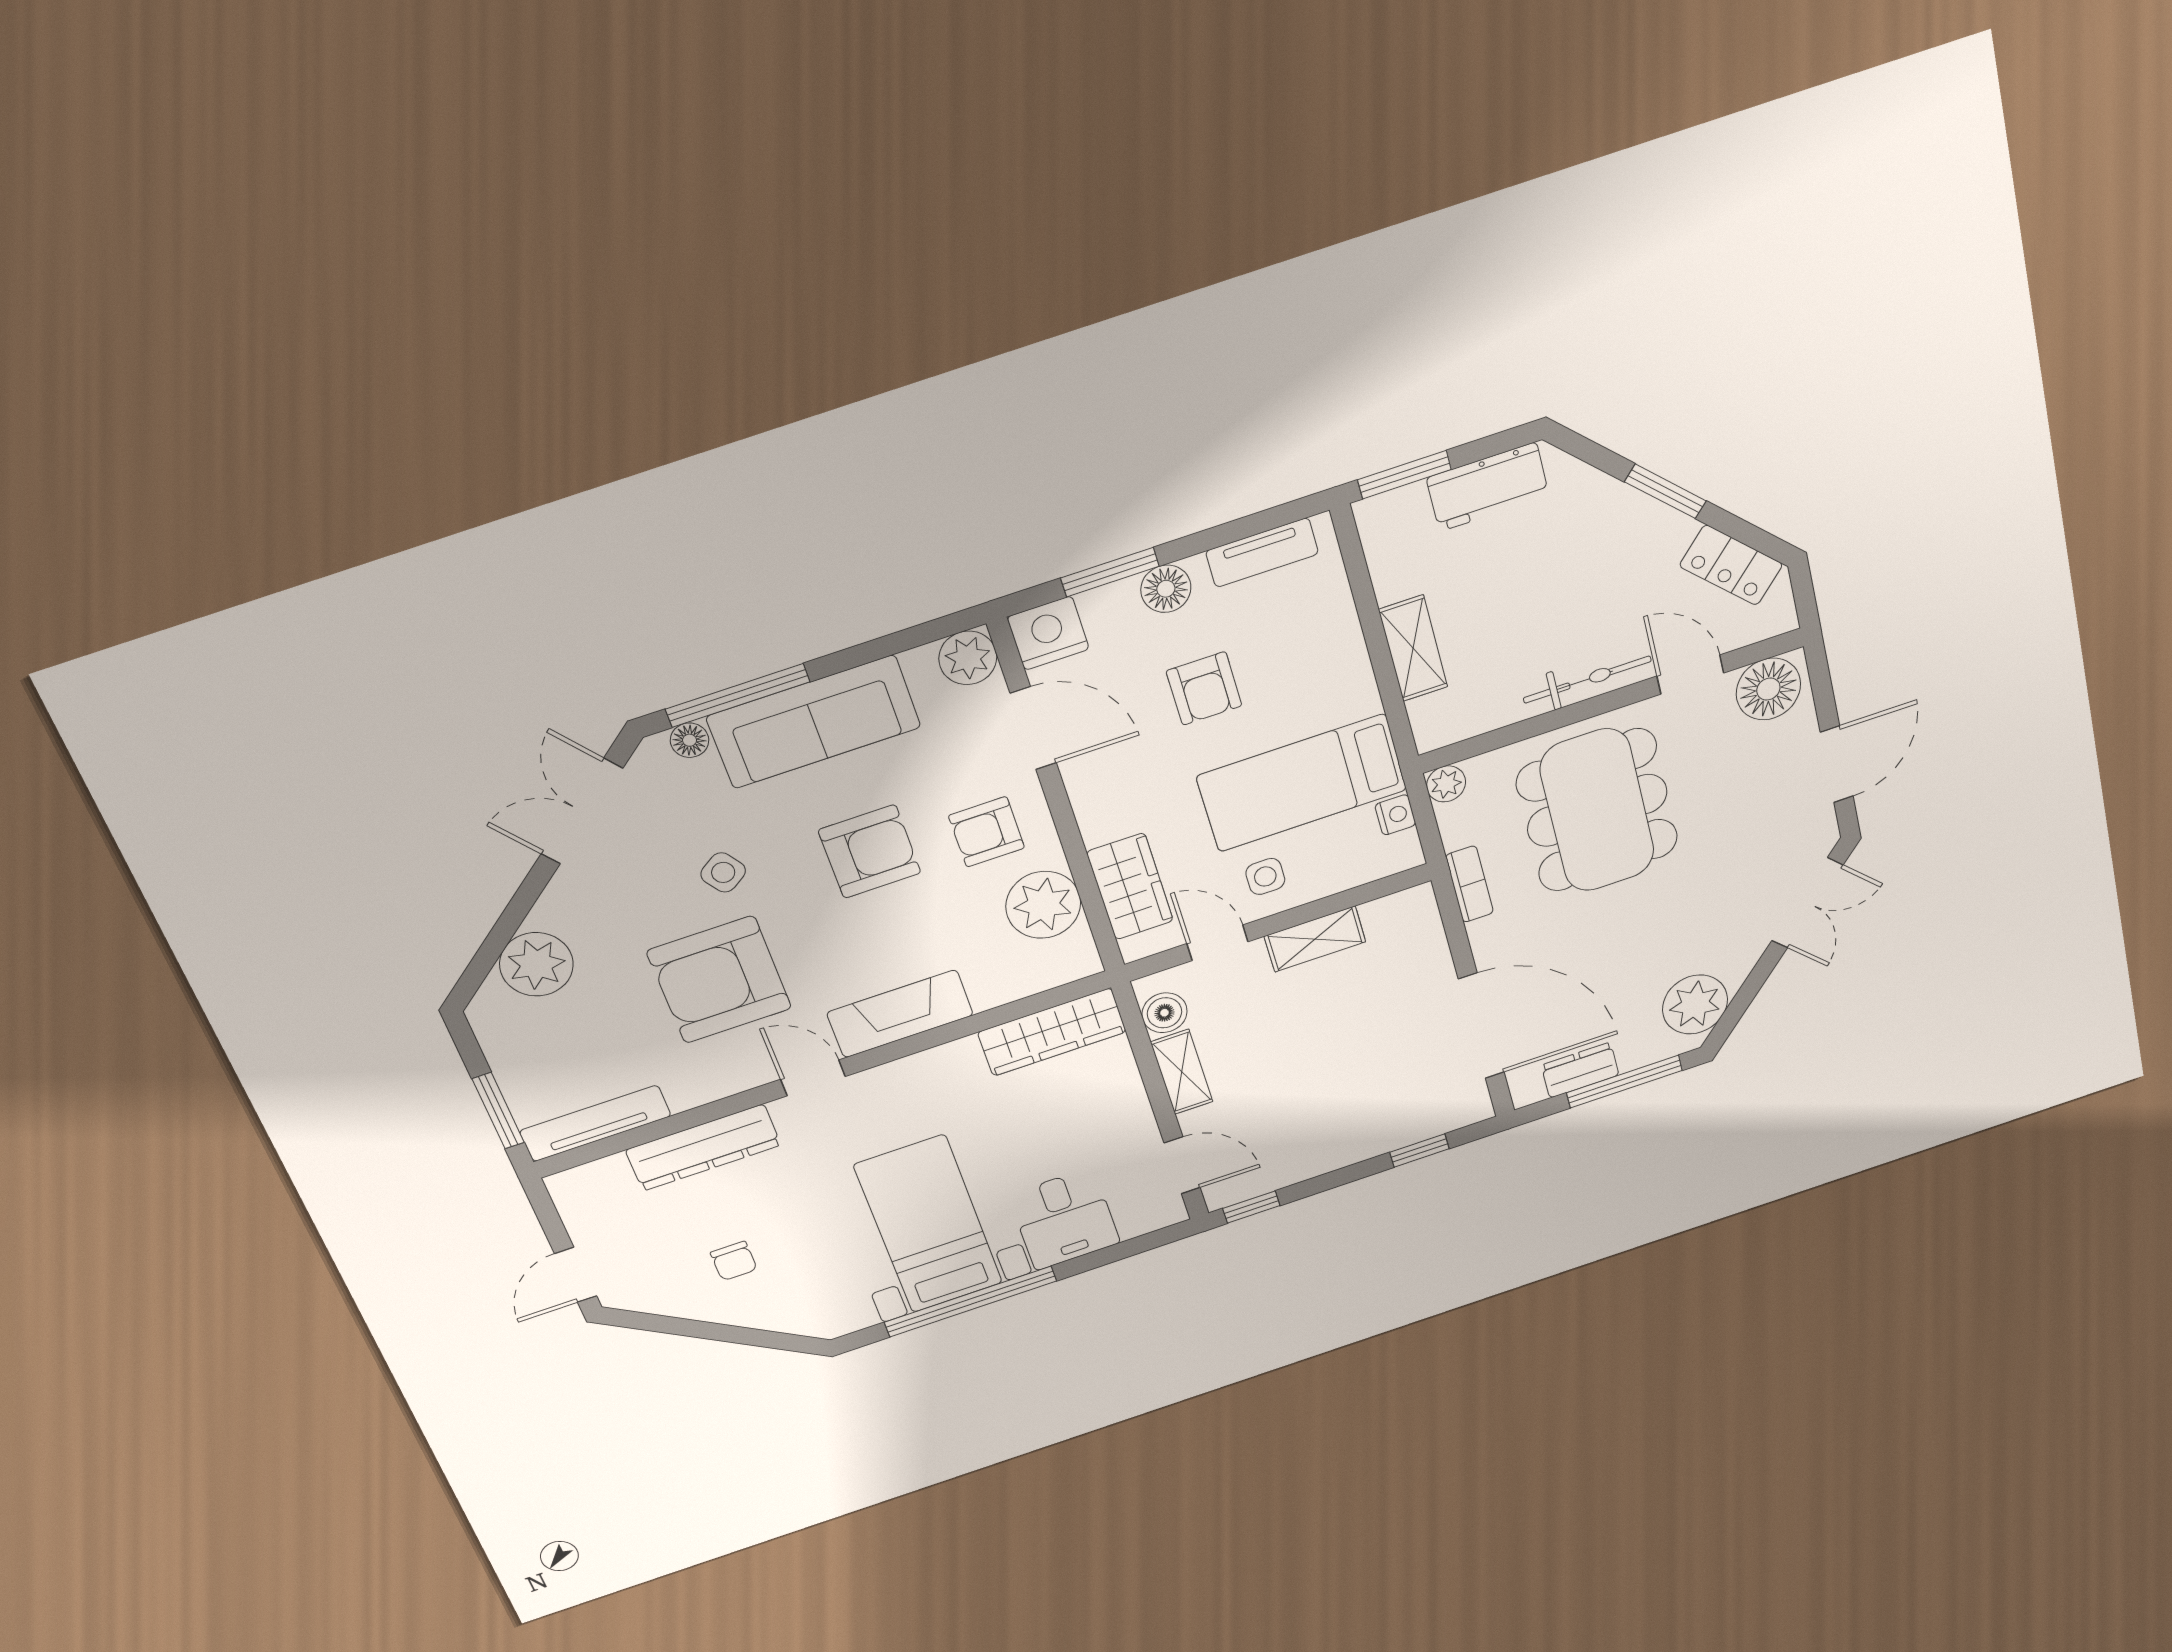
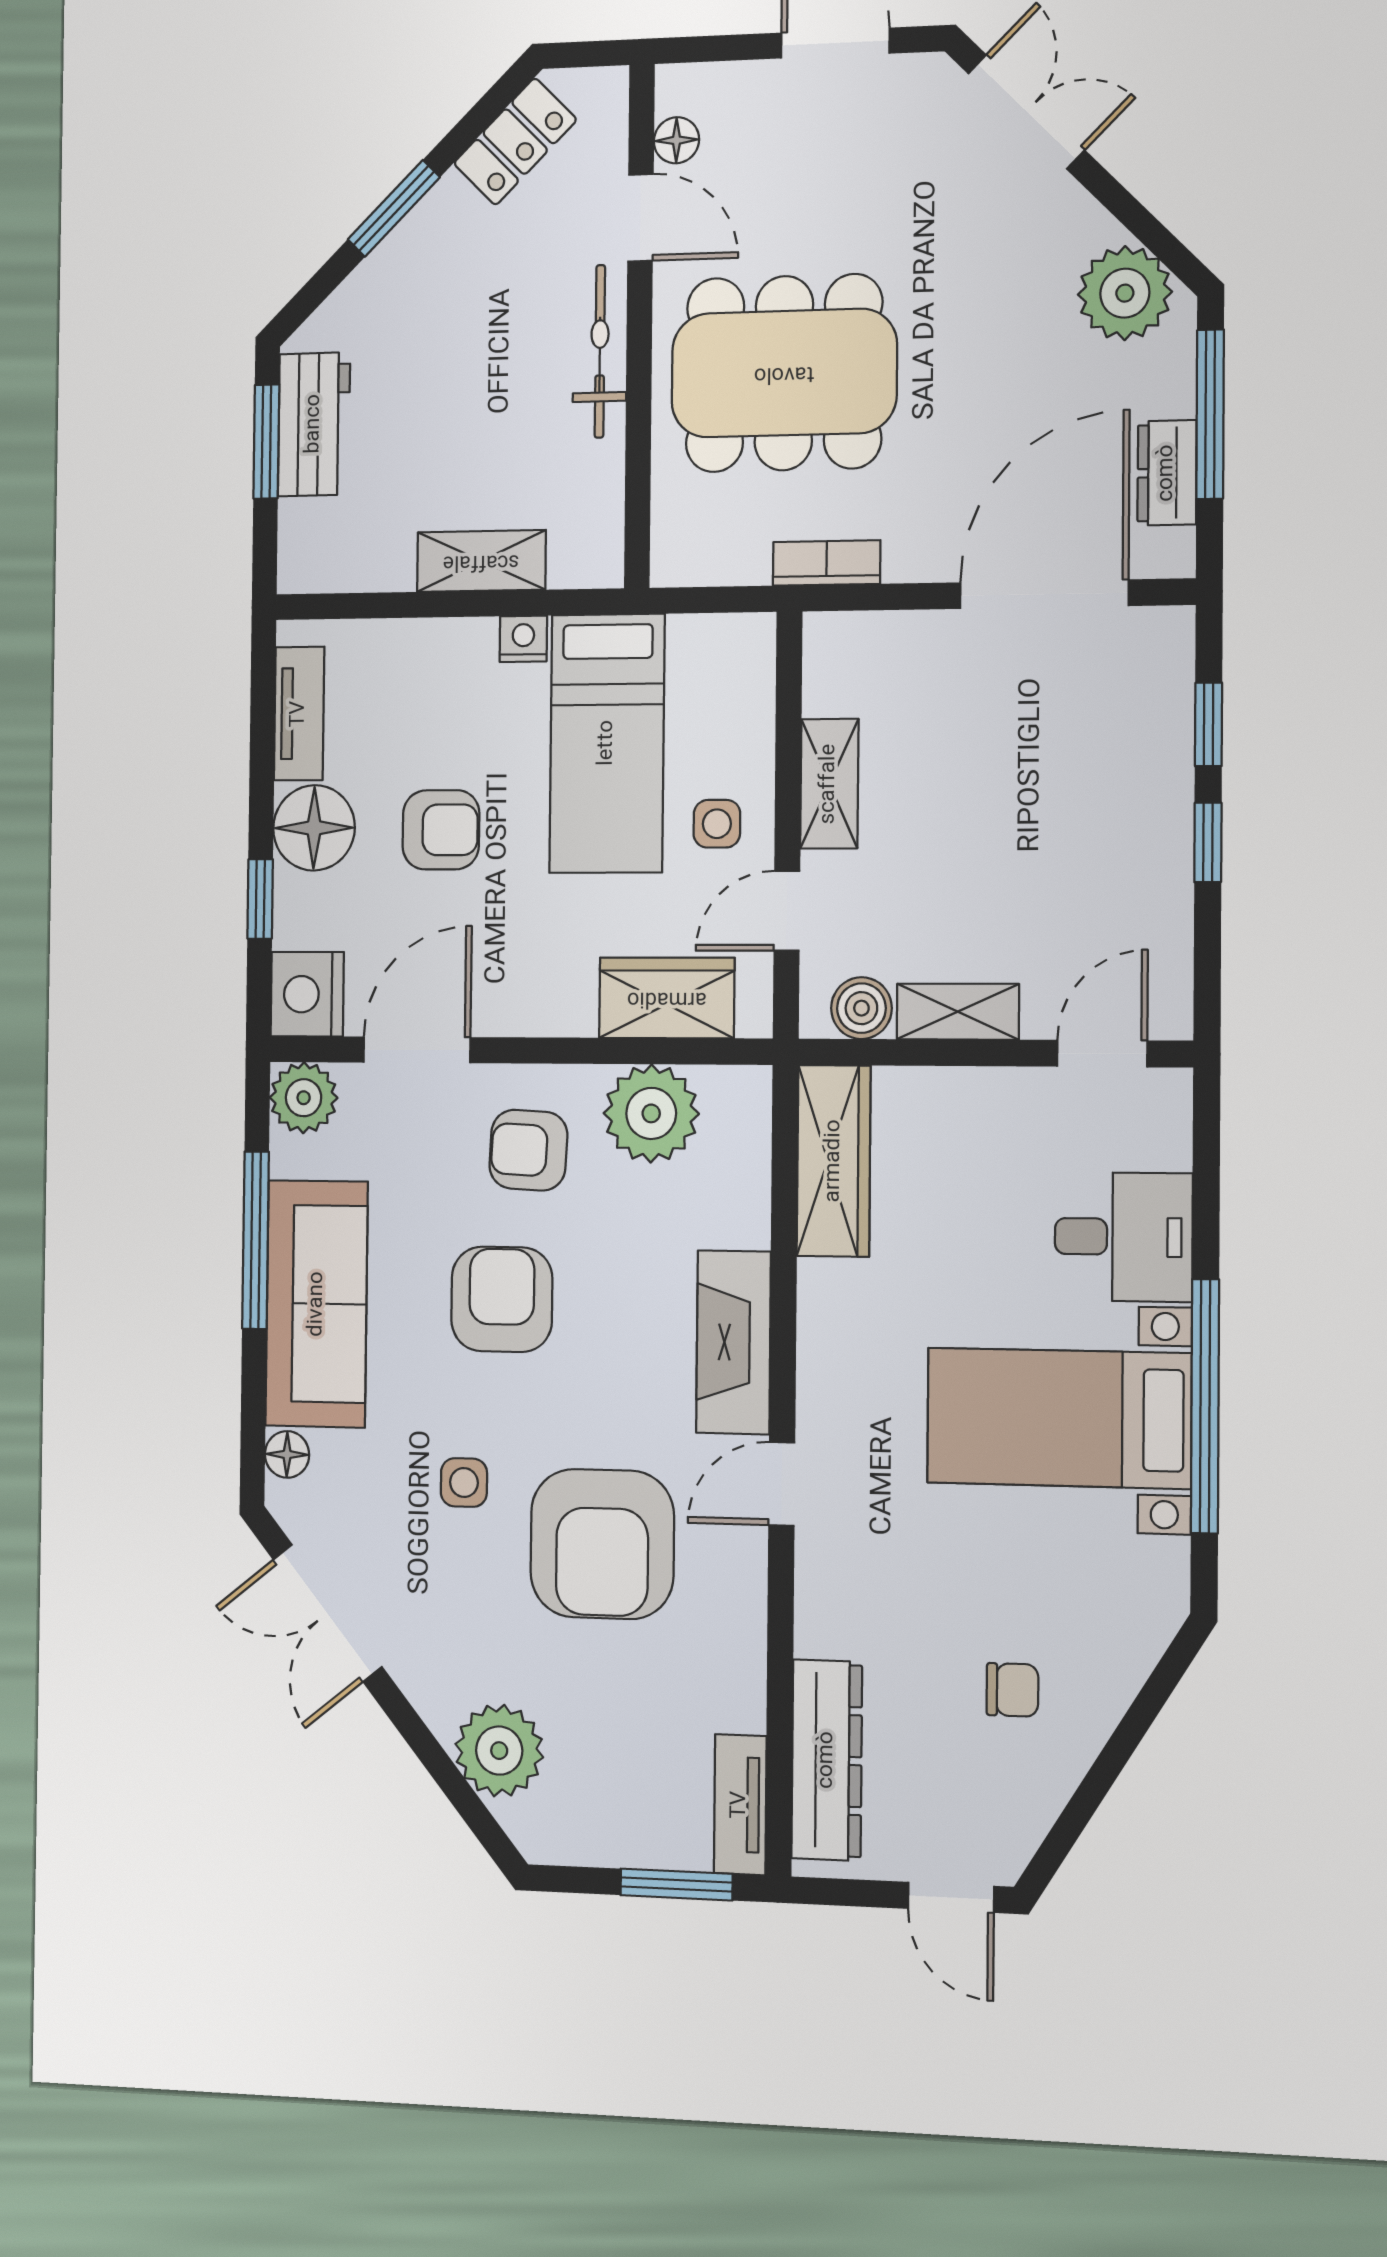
window: (1404, 475) -> (266, 442), moved
window: (1110, 572) -> (260, 899), width x0.67
floor lamp: (1166, 589) -> (314, 828), width x1.38, depth x1.38
door: (1690, 675) -> (640, 218), swing flipped
floor lamp: (1768, 689) -> (676, 140), width x0.53, depth x0.53
window: (738, 695) -> (256, 1240), moved
plant: (1446, 784) -> (675, 561), removed
nightstand: (1395, 815) -> (523, 639), moved
armchair: (987, 832) -> (528, 1150), turned 93
side table: (723, 872) -> (464, 1483), turned 34
tv unit: (595, 1123) -> (740, 1805), width x0.71
dresser: (703, 1148) -> (827, 1760), moved
window: (1251, 1207) -> (1208, 842), moved

